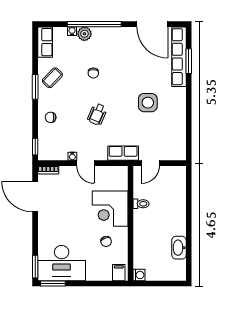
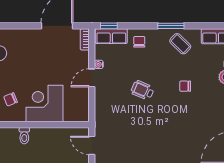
side table: (148, 103) -> (155, 143), removed
row of seats: (123, 153) -> (111, 36), moved, turned 90
toilet: (141, 204) -> (24, 136), moved

